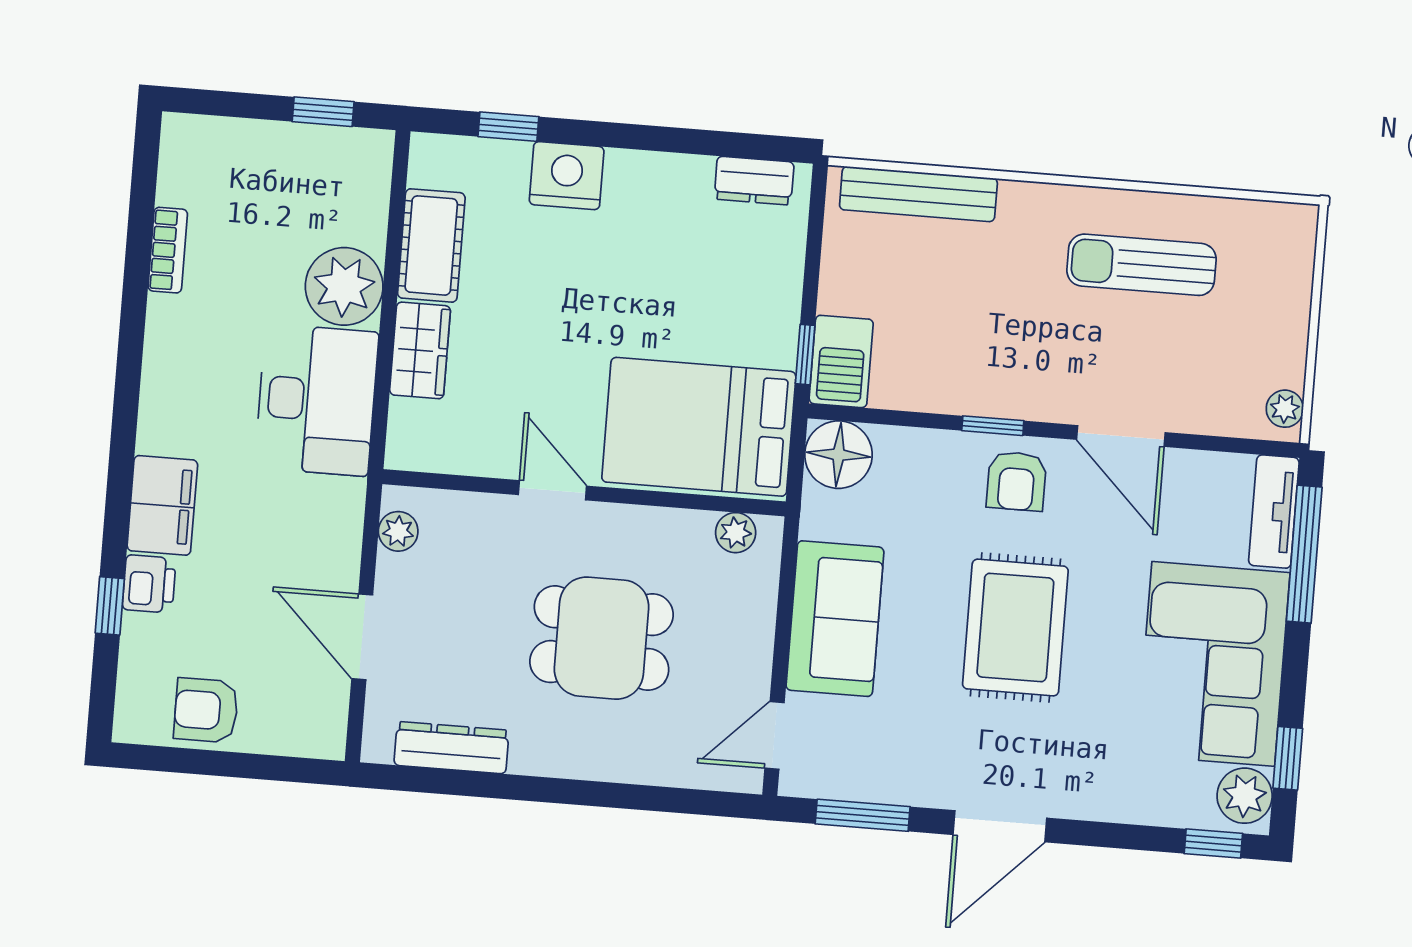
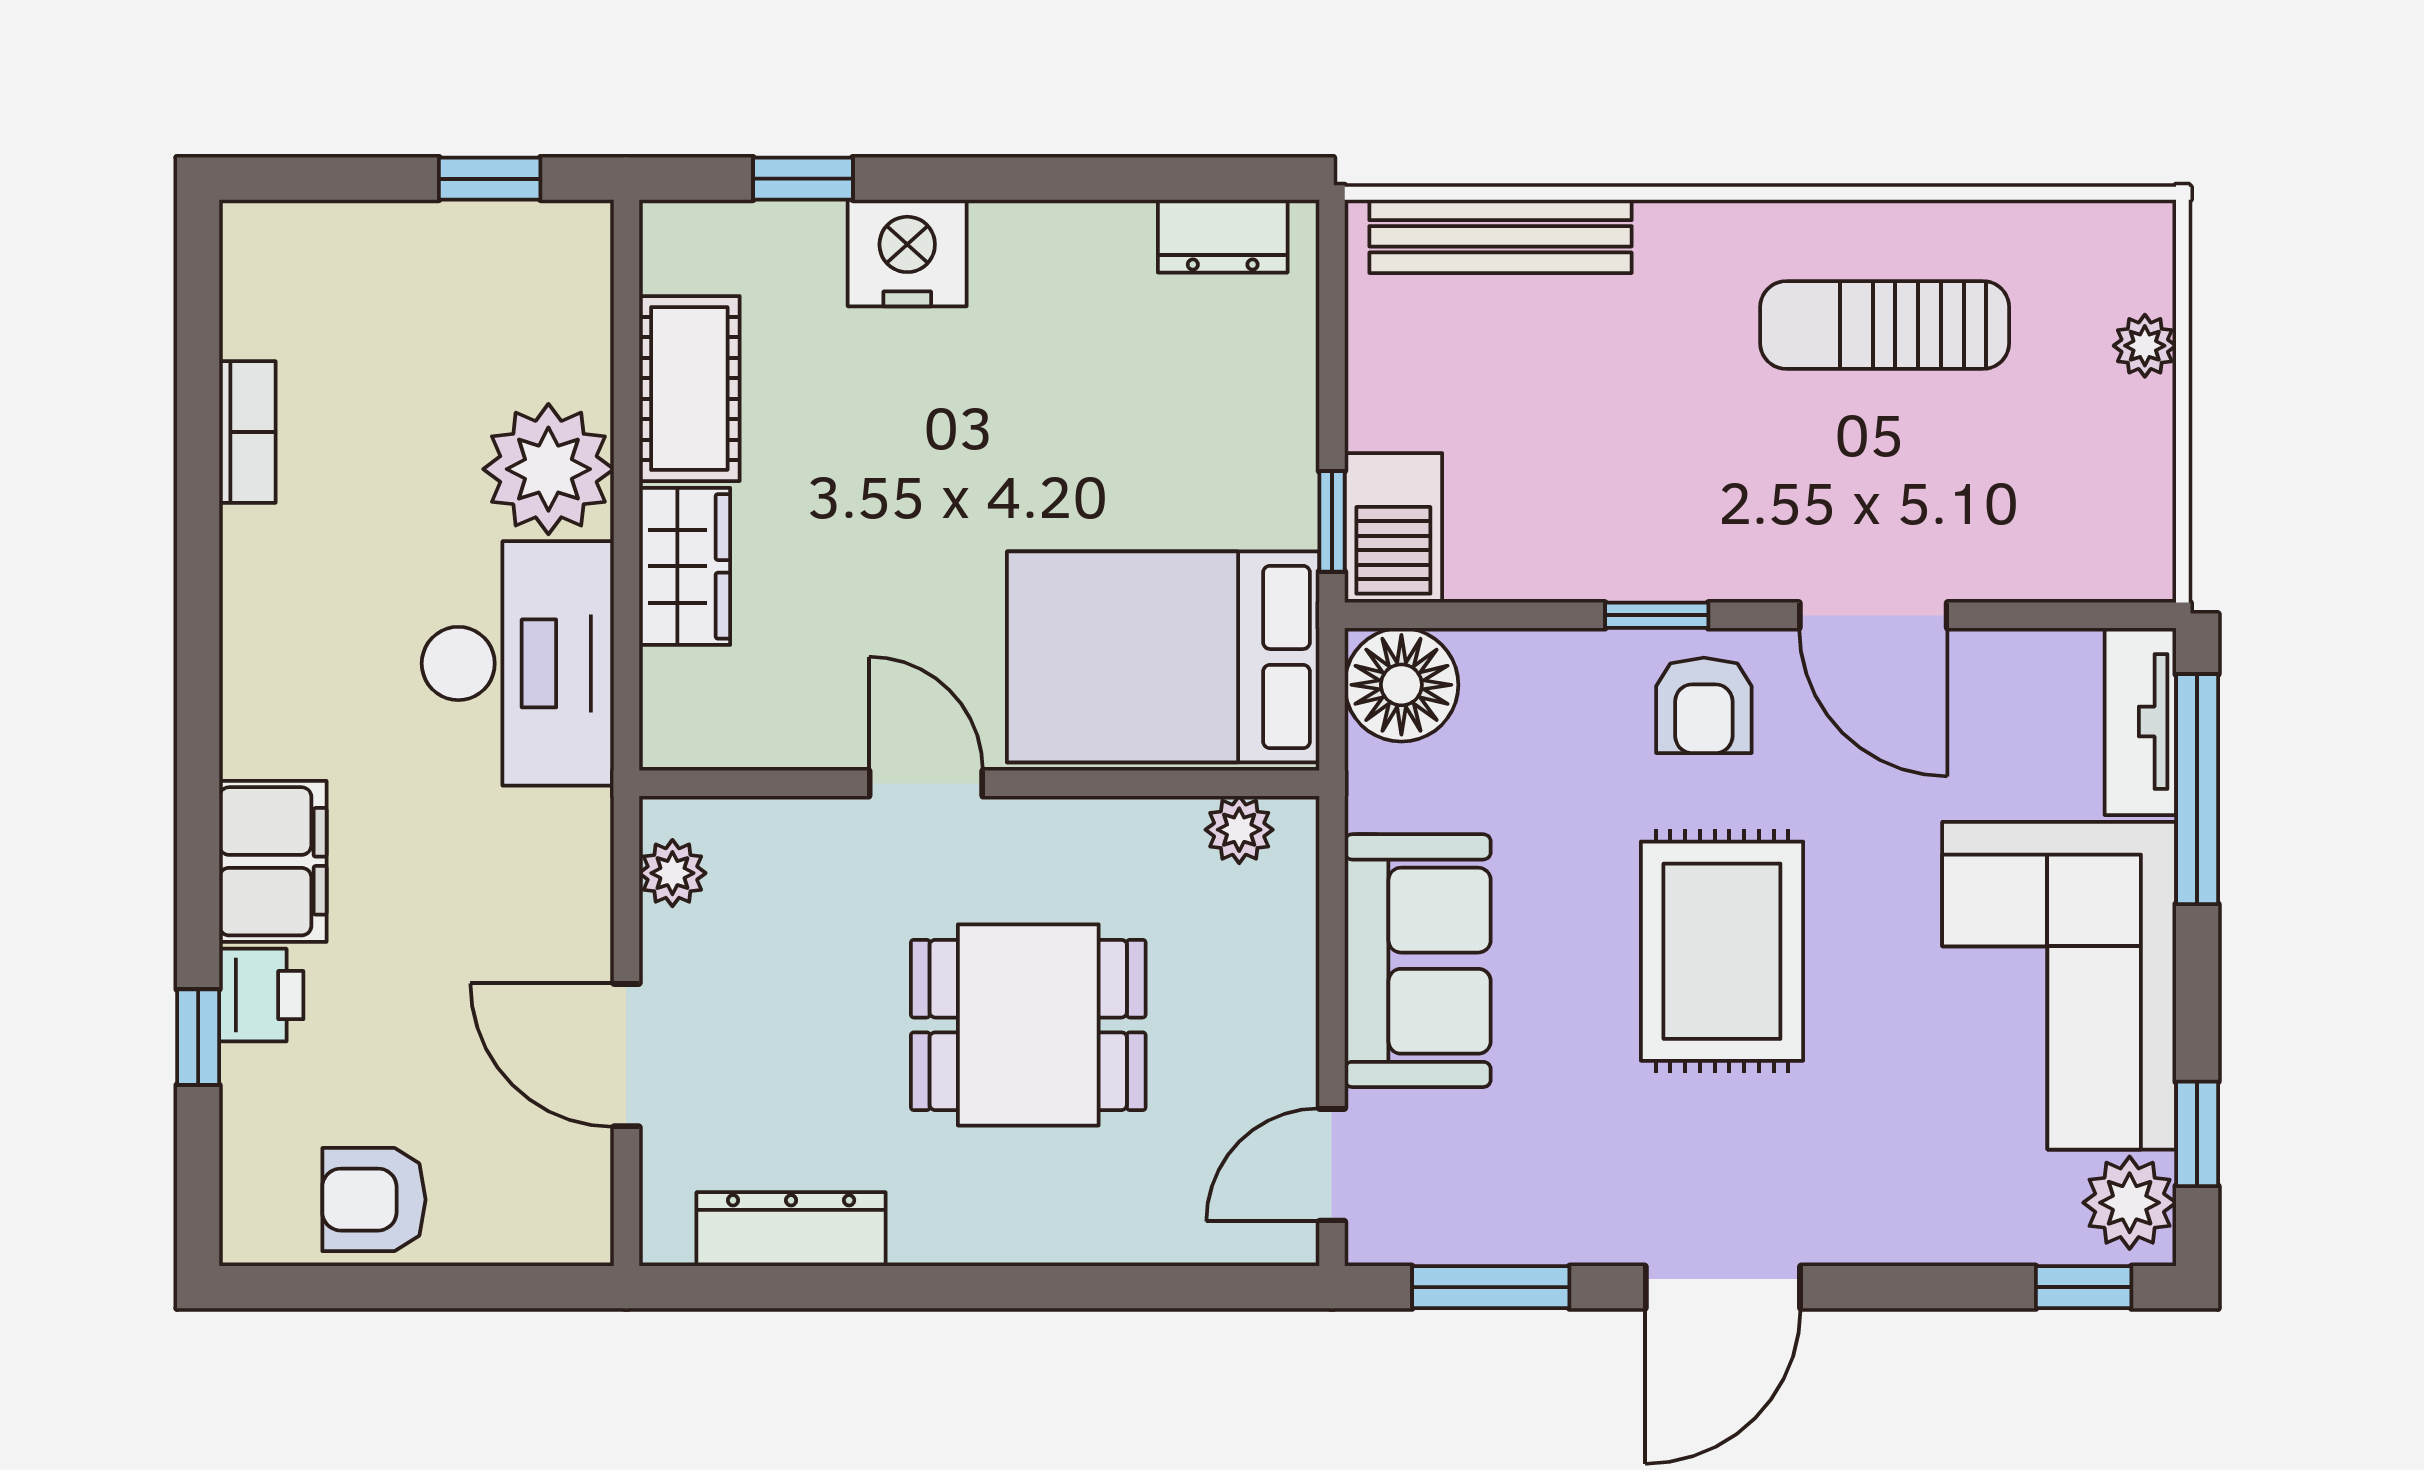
plant: (1285, 409) -> (2145, 346), moved

